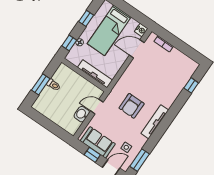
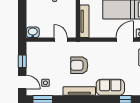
door: (137, 49) -> (125, 40), hinge flipped
washbasin: (82, 114) -> (33, 32), moved
sofa: (98, 142) -> (110, 87), moved, turned -90

